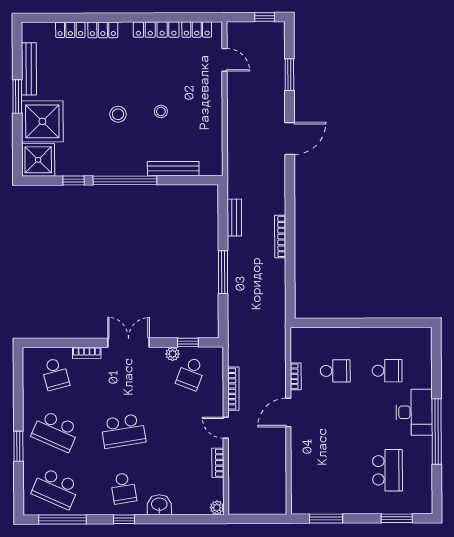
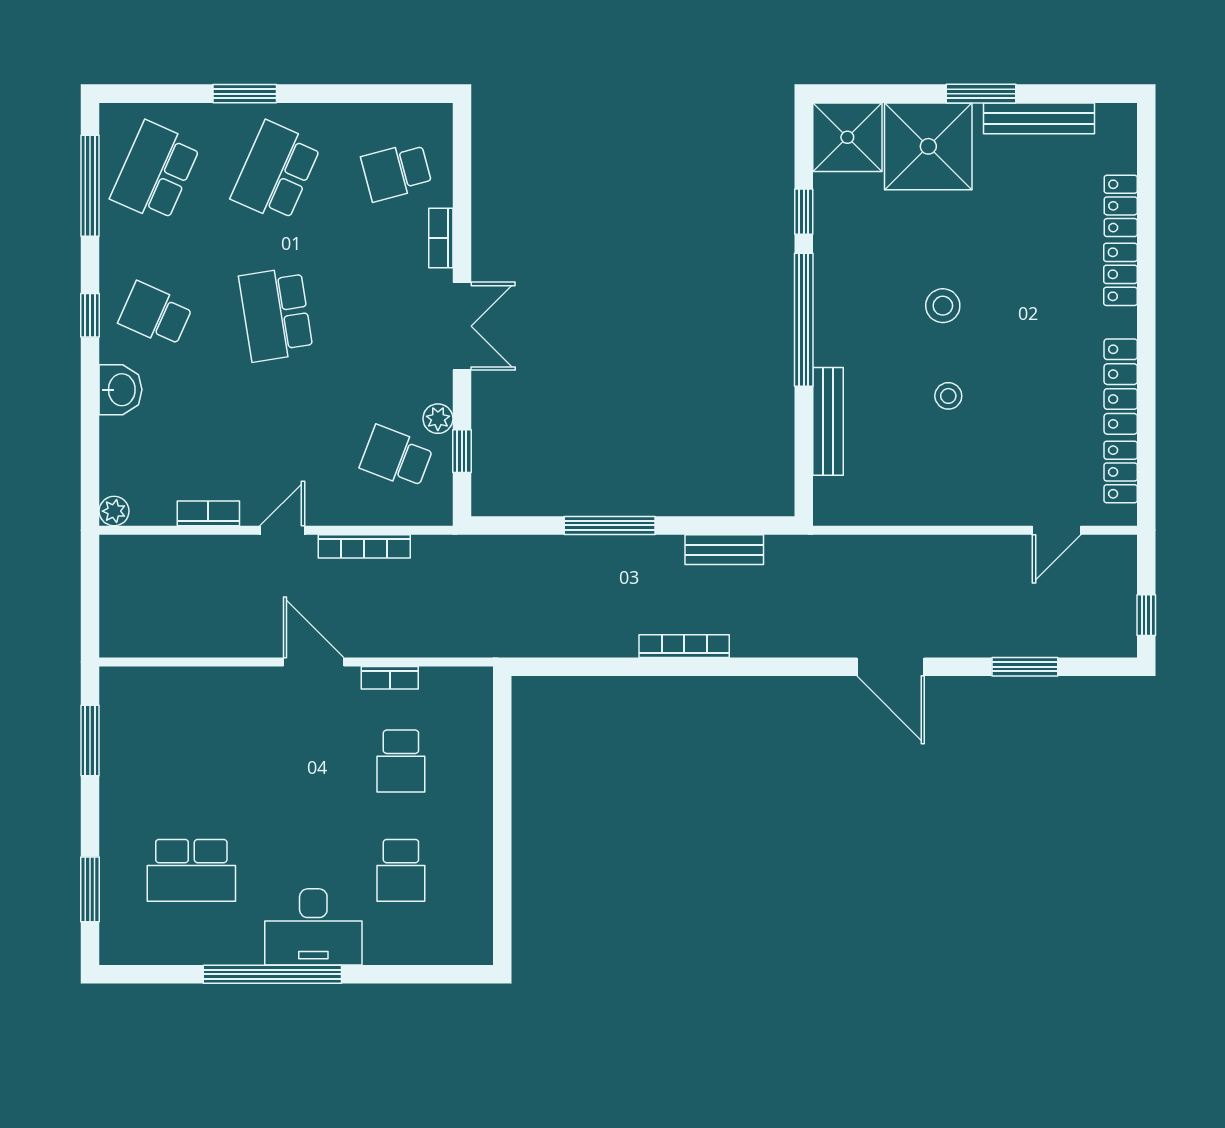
school desk: (123, 488) -> (155, 314), turned 33

